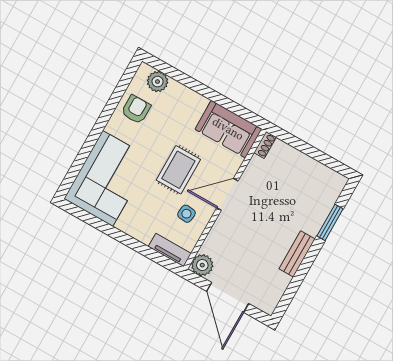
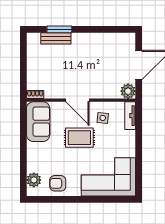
bench: (297, 254) -> (56, 38), moved

